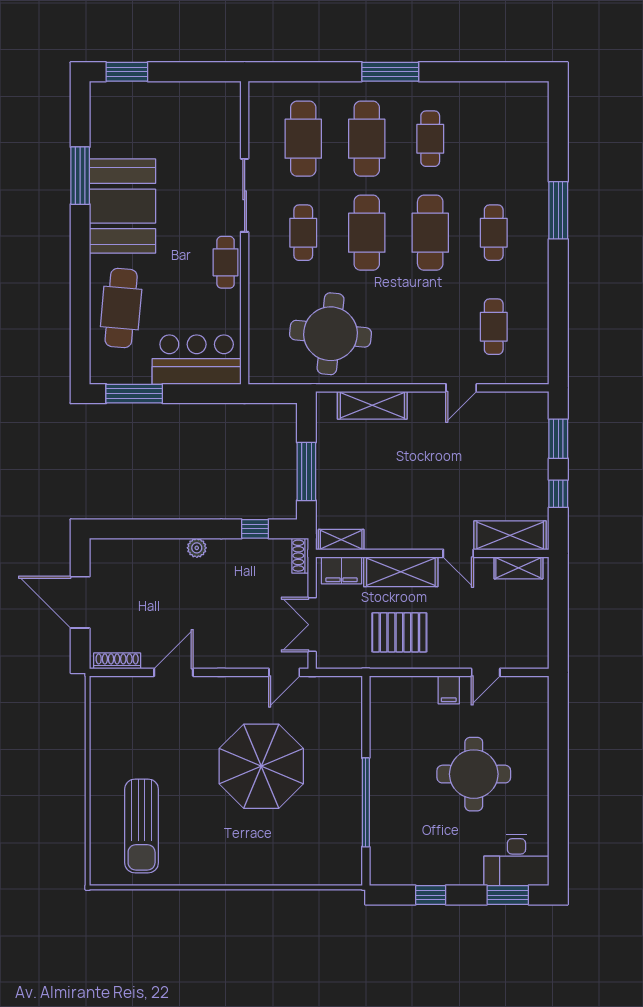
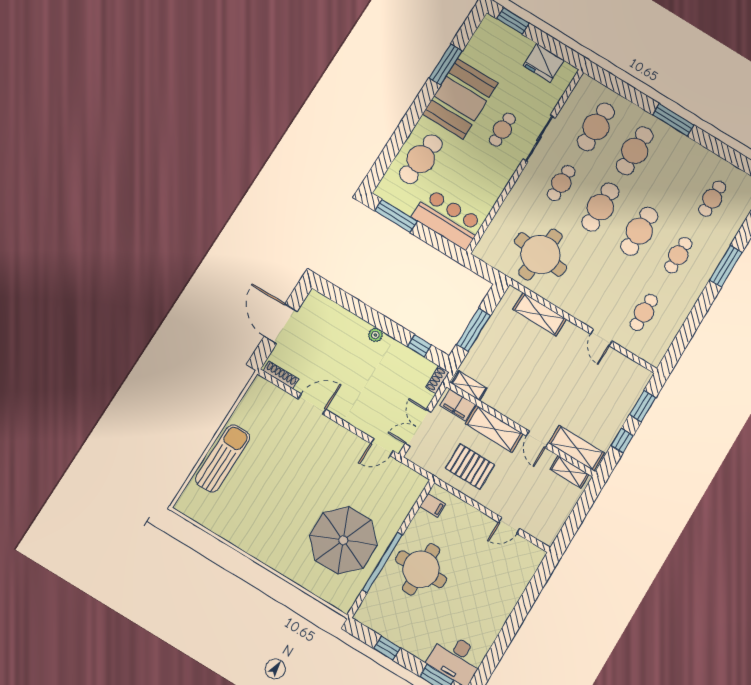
fridge: (194, 100) -> (543, 63), added
cafe table: (430, 139) -> (712, 199), moved
cafe table: (226, 262) -> (502, 130), moved
door: (461, 388) -> (601, 338), hinge flipped
filing cabinet: (449, 690) -> (433, 505), moved, turned -90
parasol: (261, 766) -> (343, 540), moved
round table: (474, 774) -> (421, 569), moved
sun lounger: (142, 826) -> (223, 458), moved, turned 180

